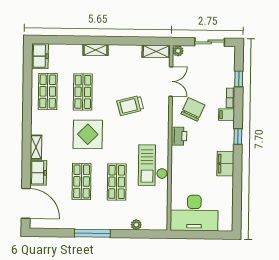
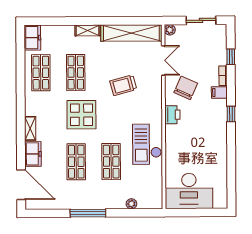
shelving: (156, 51) -> (131, 33), width x2.20, depth x1.33
filing cabinet: (225, 164) -> (219, 141), removed

